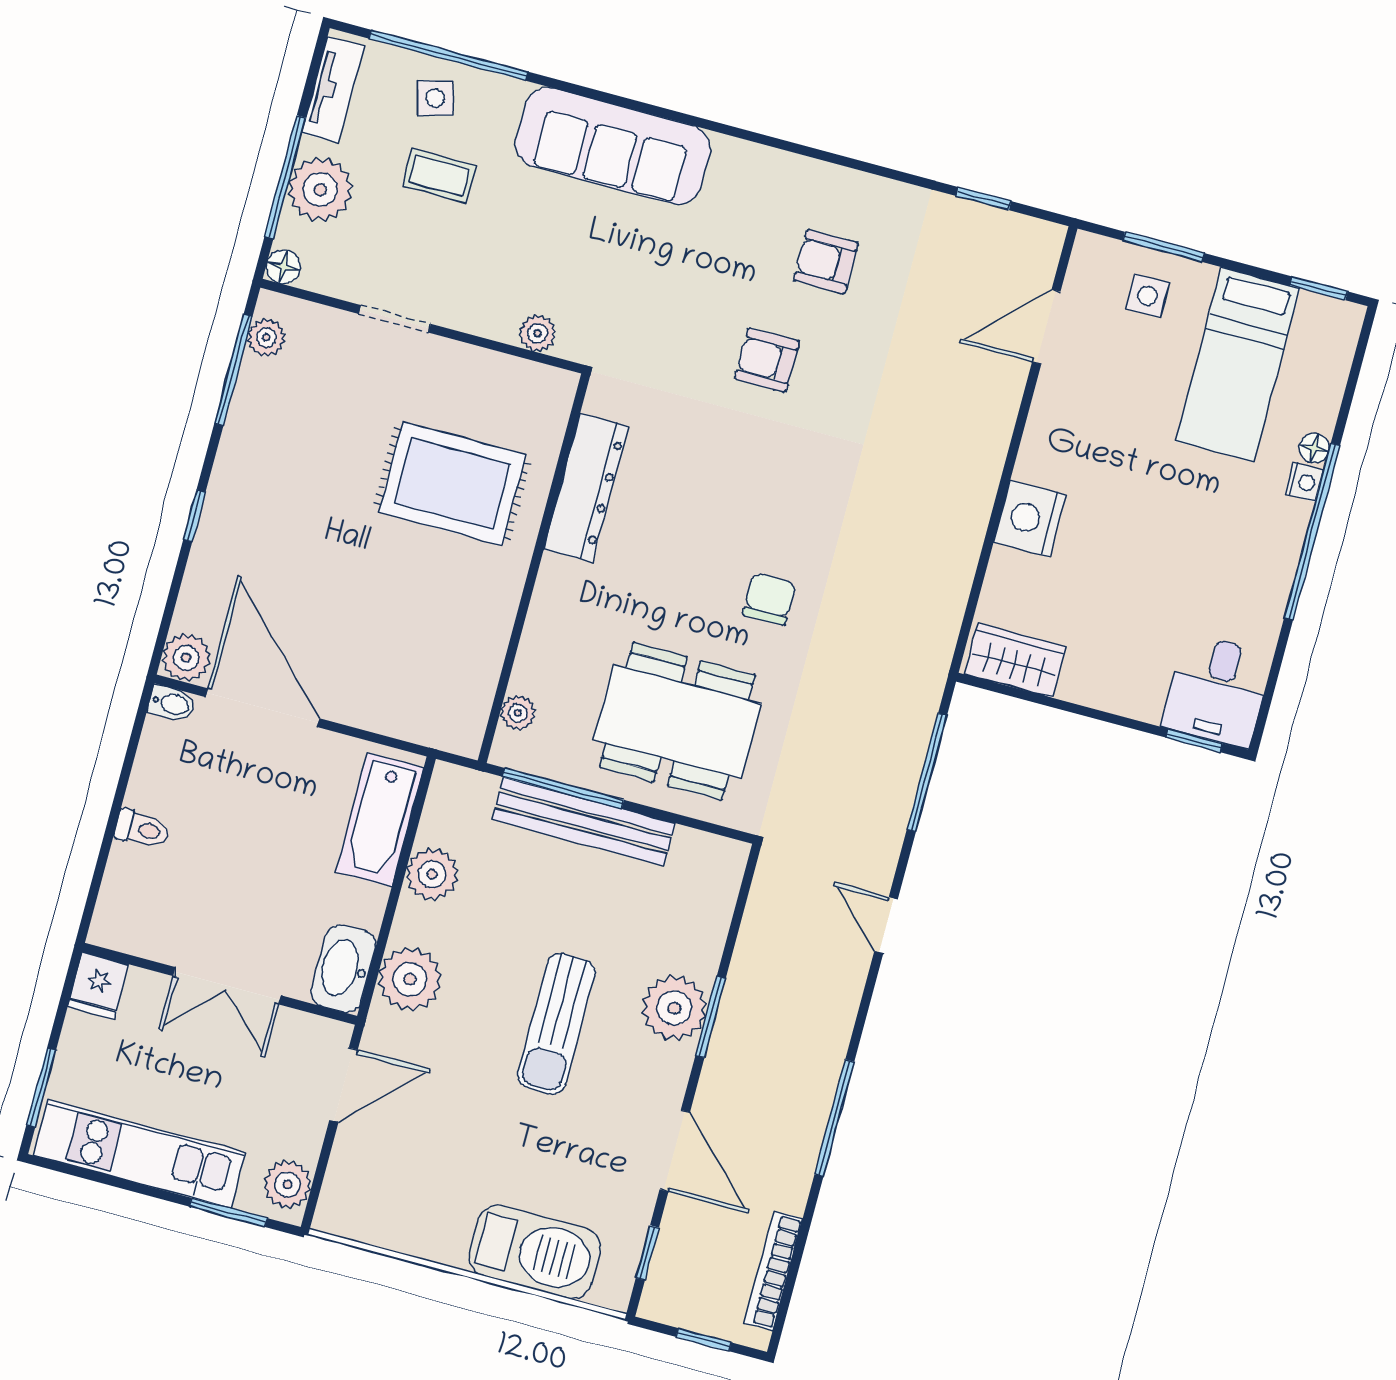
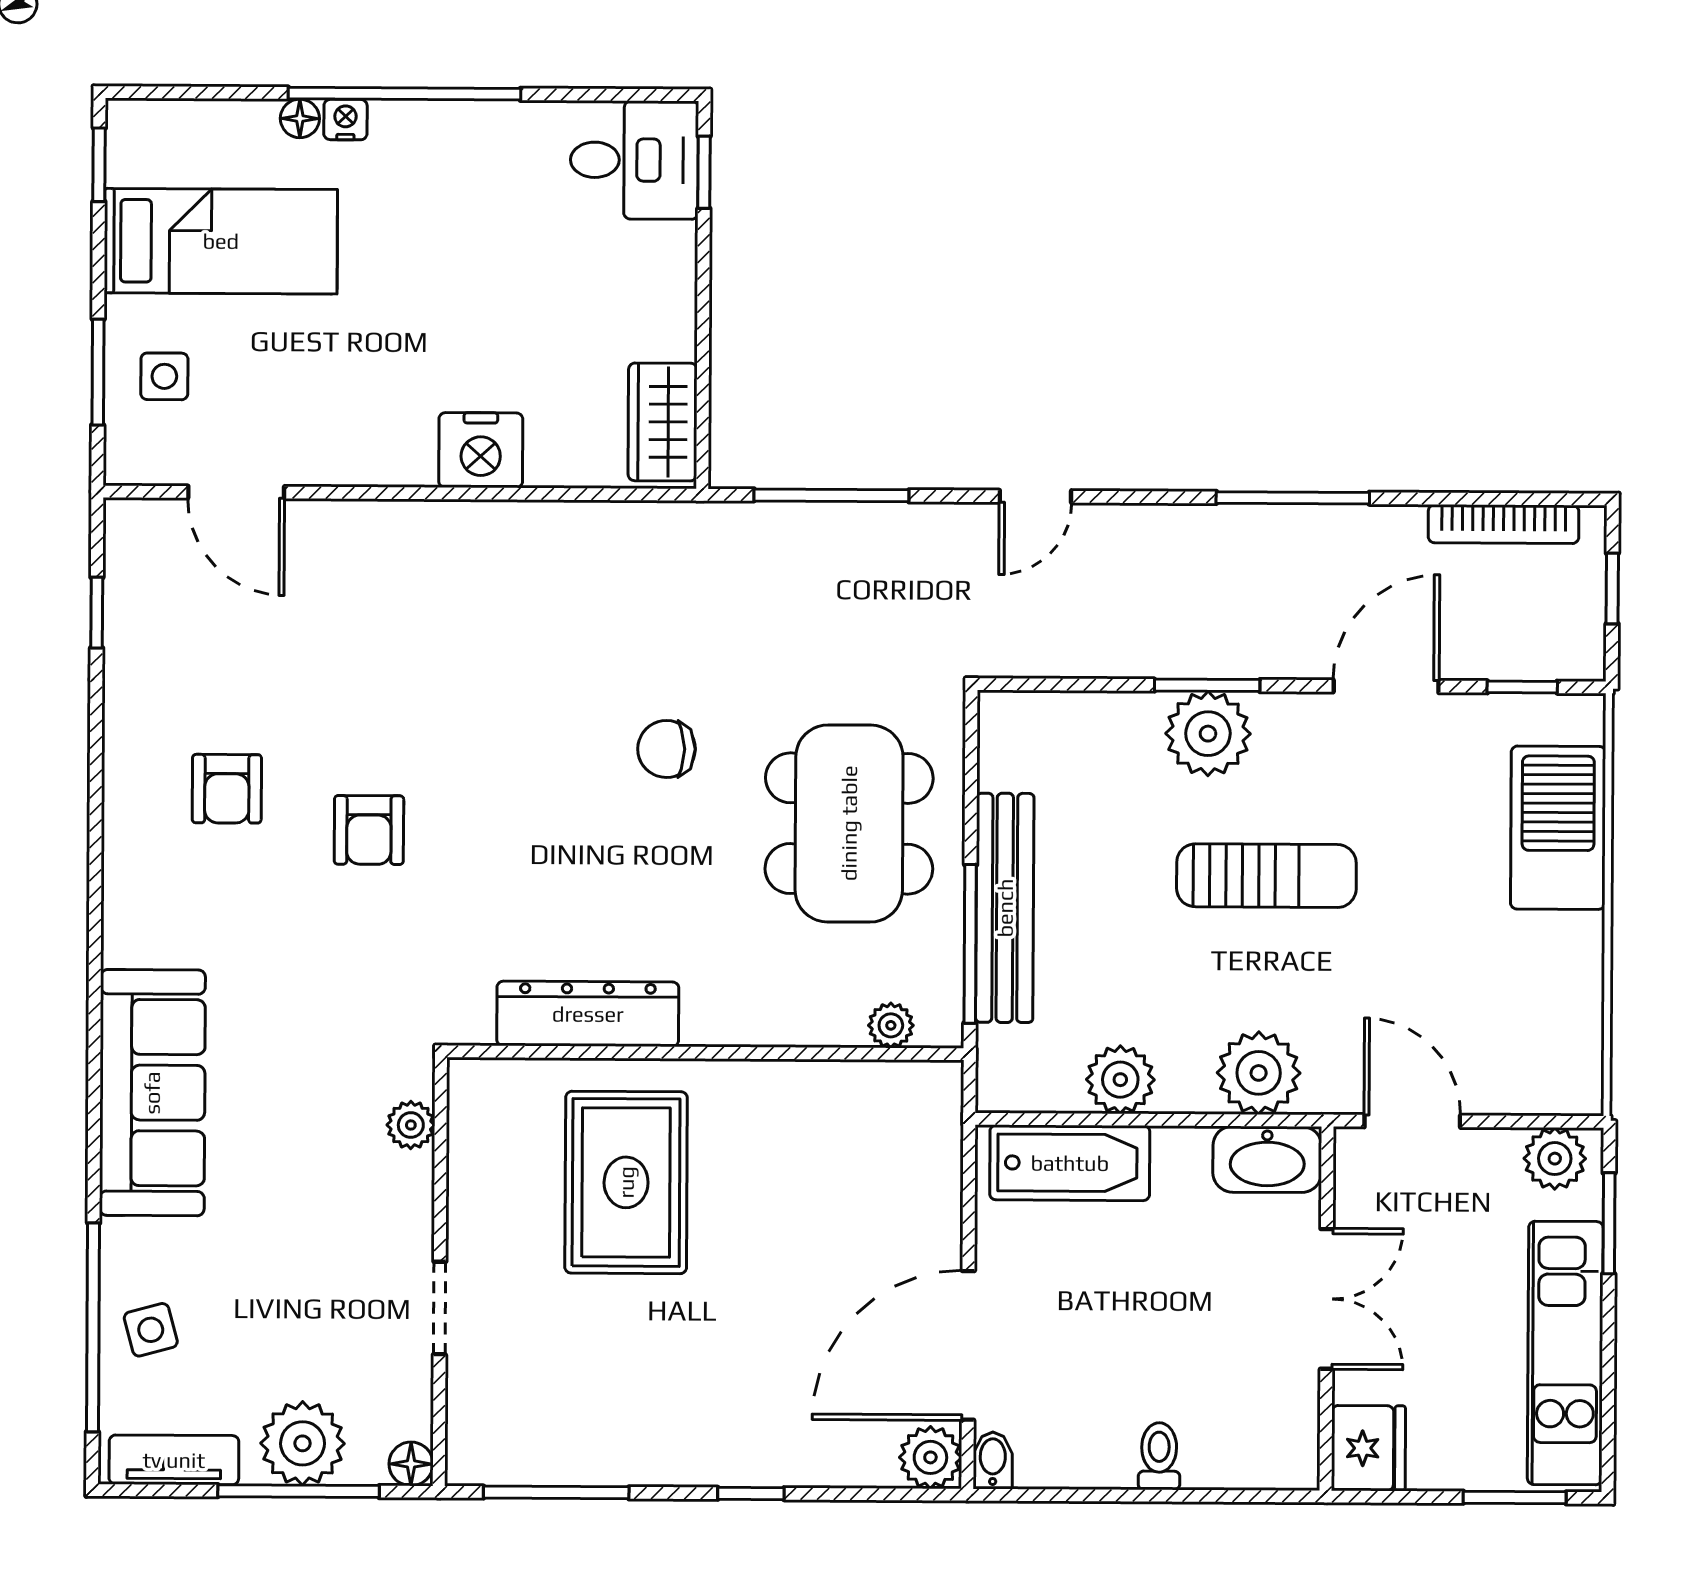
coffee table: (439, 176) -> (246, 1299), removed
plant: (266, 337) -> (505, 1462), removed
fridge: (98, 985) -> (1368, 1448), width x1.38

